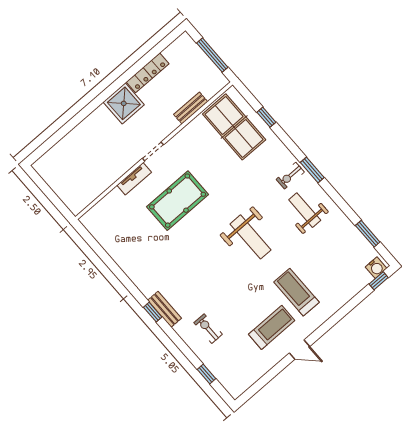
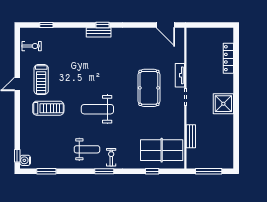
locker: (148, 73) -> (228, 58), moved
door: (92, 243) -> (165, 25), added
exercise bike: (208, 329) -> (32, 46), moved

